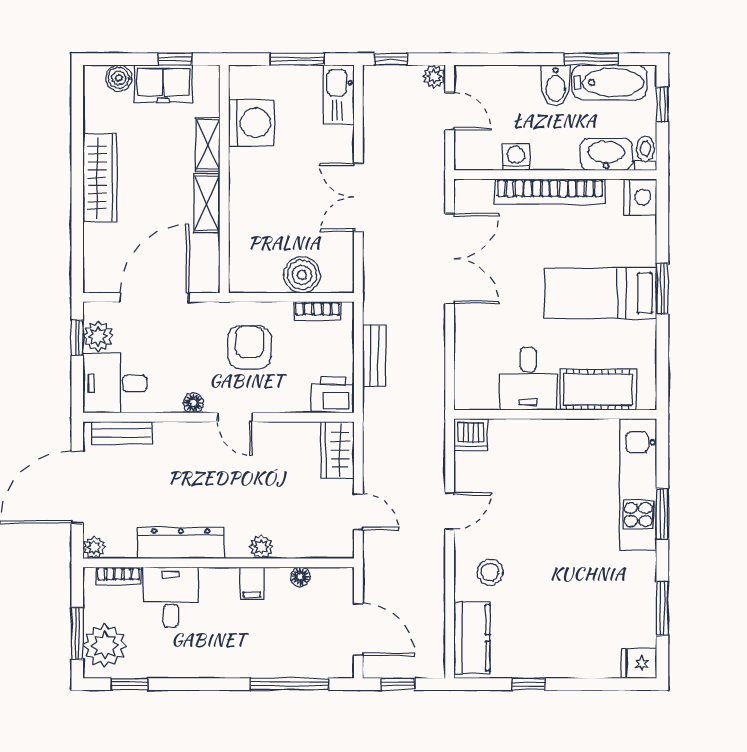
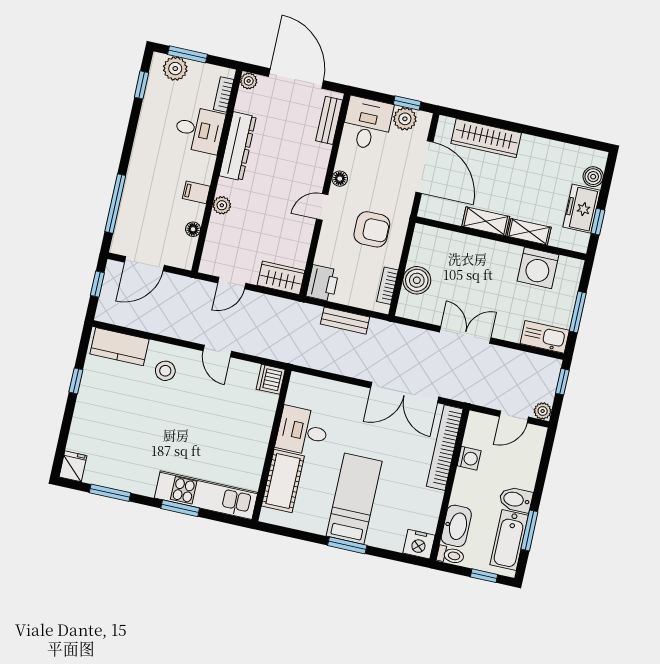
wardrobe: (100, 178) -> (486, 138), moved
bookcase: (550, 191) -> (445, 448), moved
plant: (105, 645) -> (175, 69), width x0.73, depth x0.73

